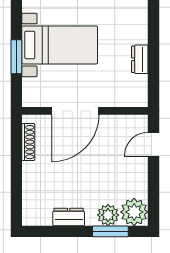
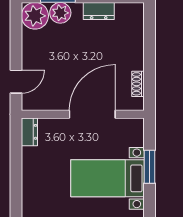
dresser: (140, 59) -> (29, 132), moved
shoe rack: (28, 142) -> (138, 84), width x0.70

